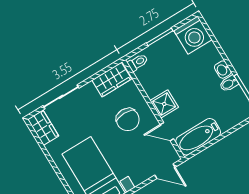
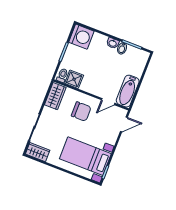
shower: (164, 104) -> (74, 79), moved

